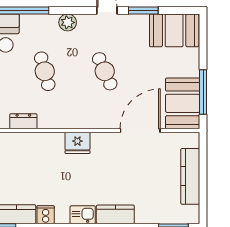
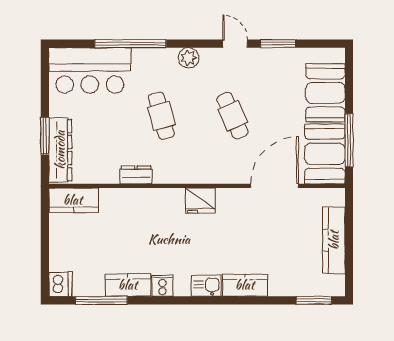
booth: (174, 30) -> (325, 93), moved, turned 90

